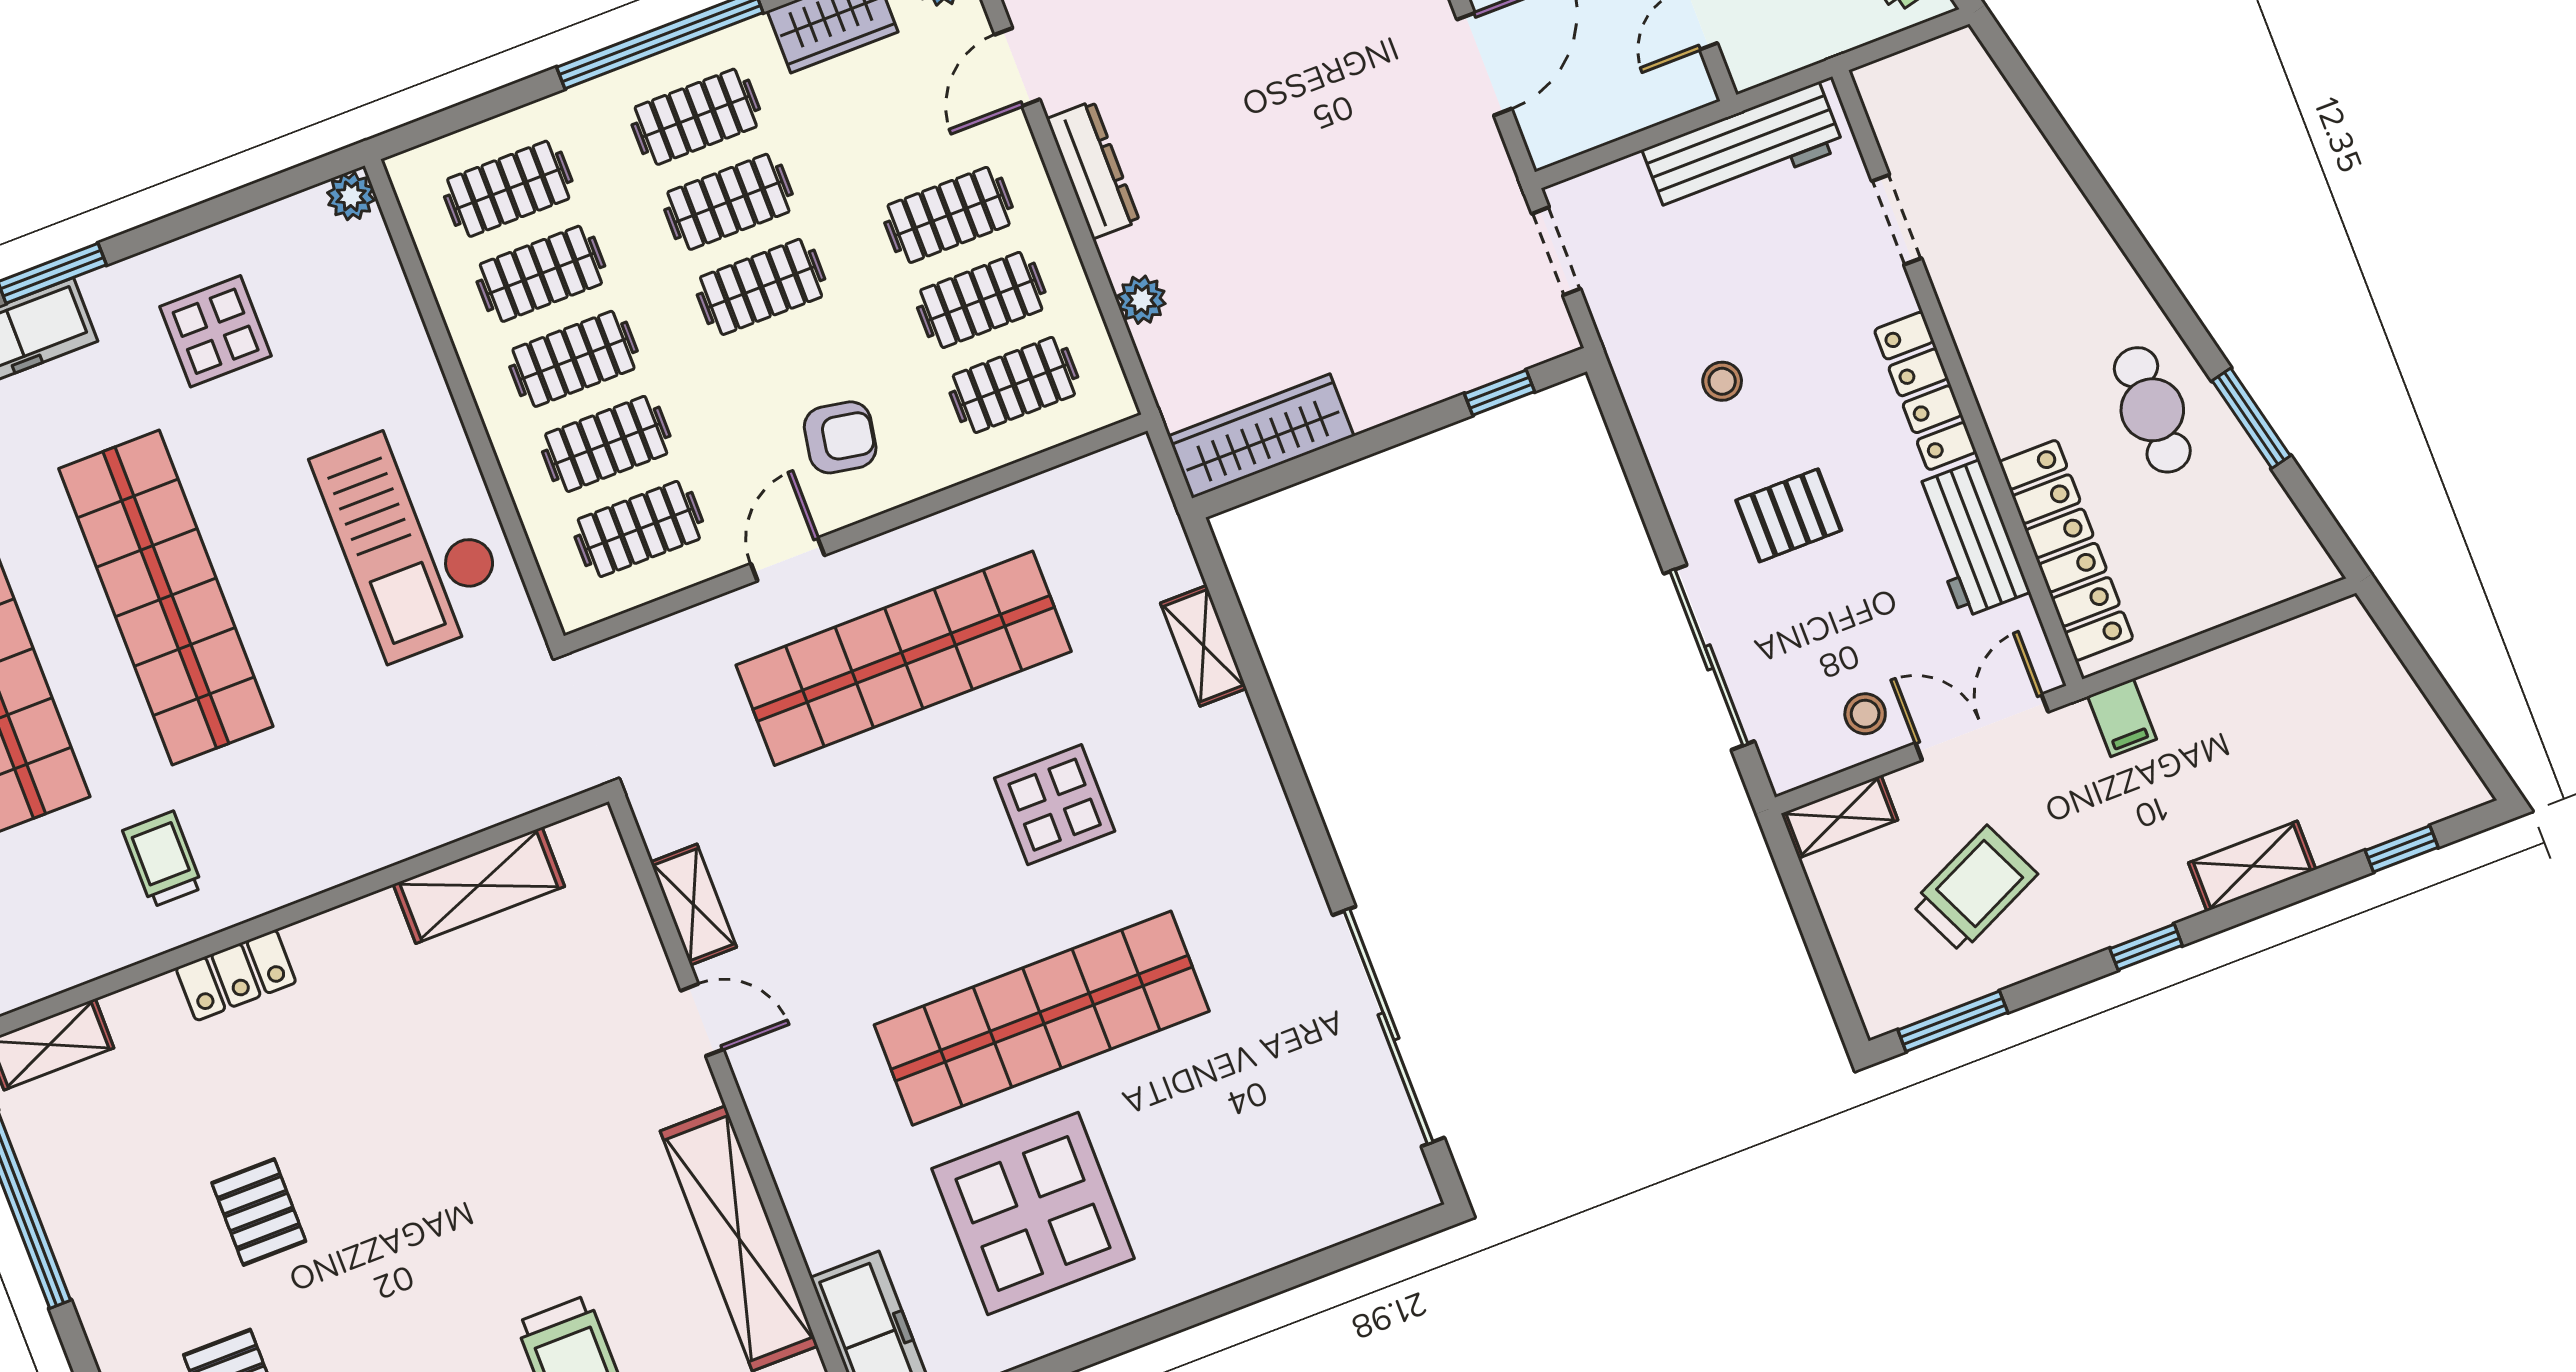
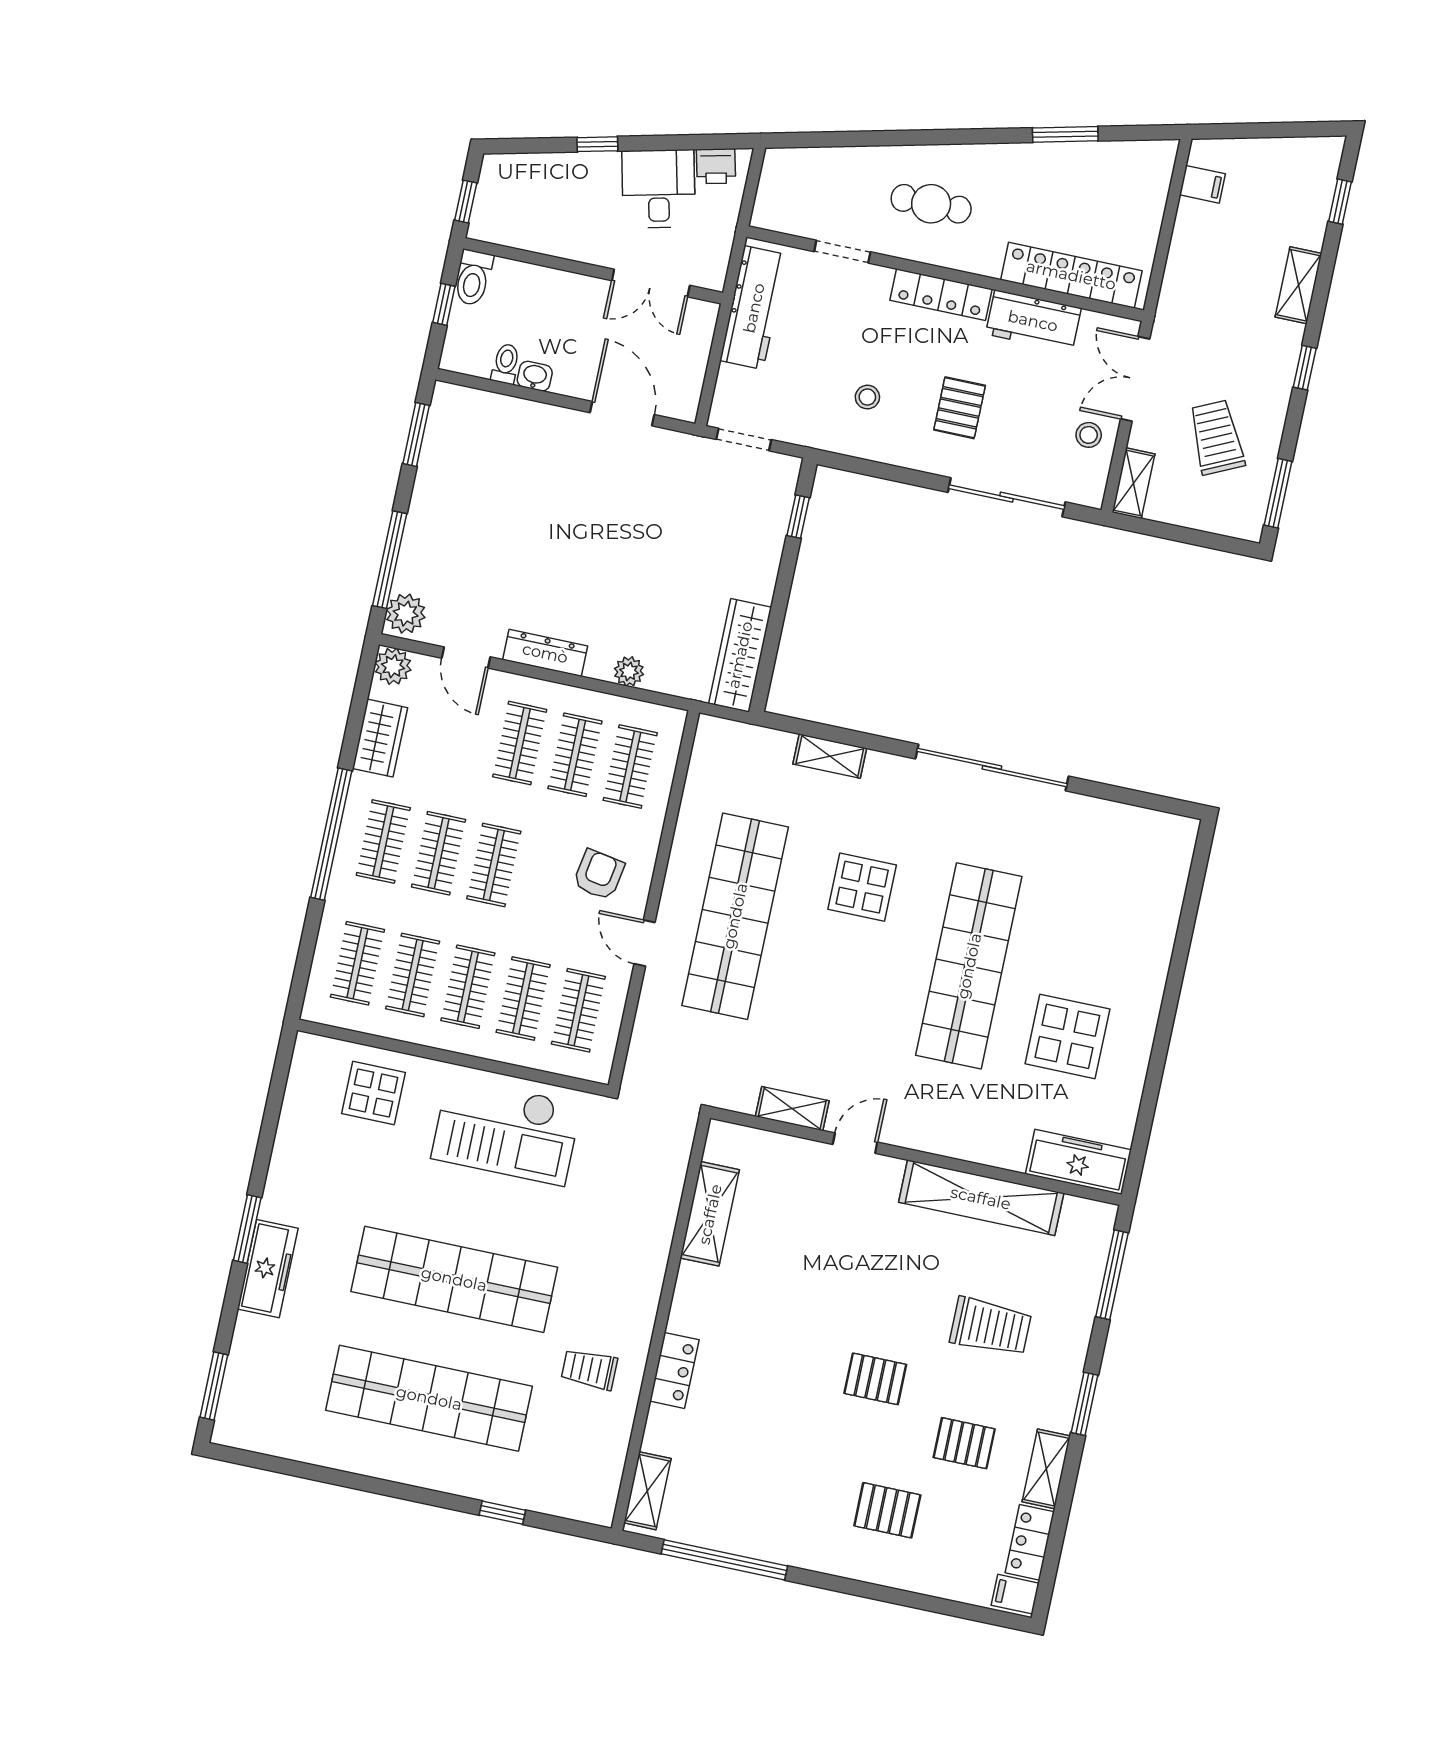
plant: (351, 196) -> (308, 1048), removed
display table: (216, 331) -> (373, 1093), moved
cafe table: (2152, 410) -> (931, 204), moved
filing cabinet: (2122, 718) -> (1202, 184), moved
sliding door: (1388, 1026) -> (992, 768), moved
pallet: (259, 1212) -> (875, 1379), moved
display table: (1033, 1213) -> (1067, 1036), width x0.73, depth x0.73

